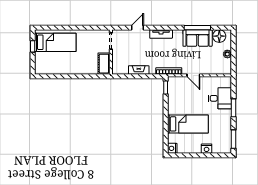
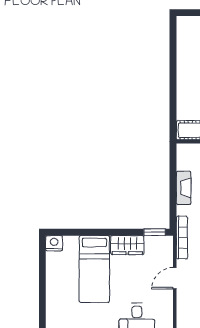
wardrobe: (173, 104) -> (127, 245), added
nightstand: (207, 149) -> (54, 300), removed

